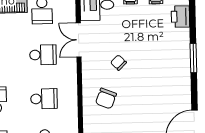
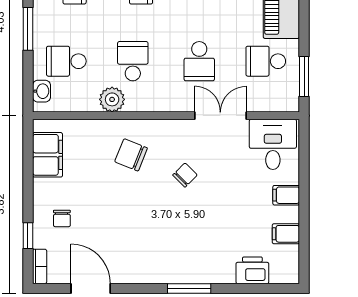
school desk: (44, 99) -> (133, 61), turned 180
plant: (70, 112) -> (112, 99), added

